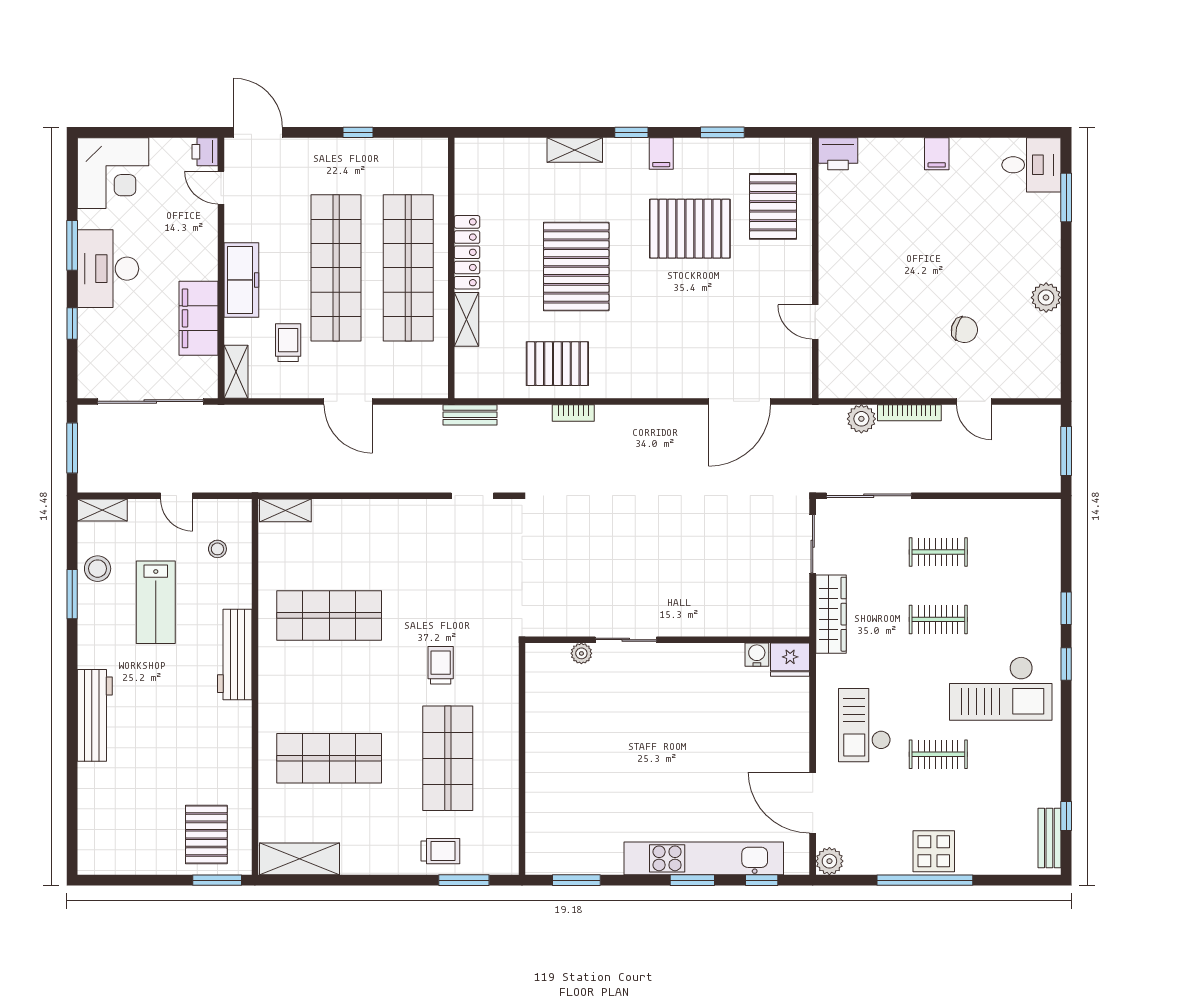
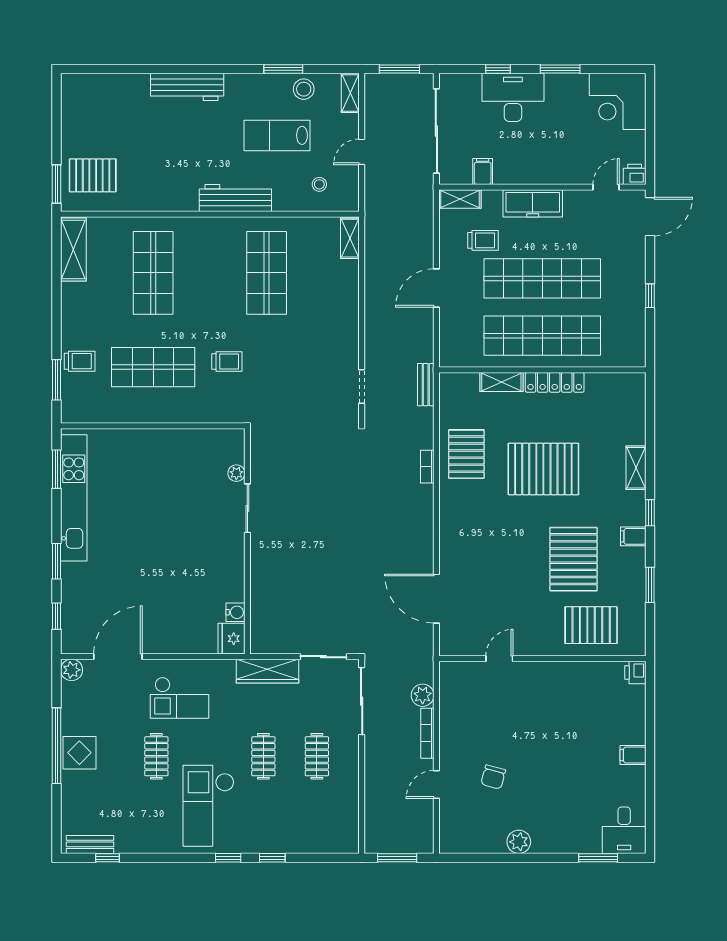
printer: (838, 154) -> (635, 673), width x0.73, depth x0.81
desk: (108, 269) -> (513, 97), moved
filing cabinet: (198, 318) -> (483, 171), width x0.33, depth x0.86
checkout: (865, 725) -> (179, 698), turned 180
trolley: (440, 851) -> (80, 361), turned -90
kitchen unit: (704, 858) -> (74, 498), moved

